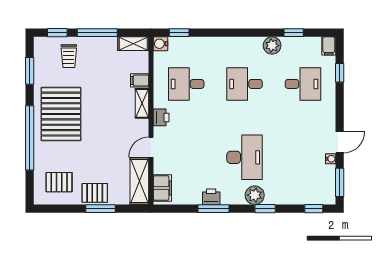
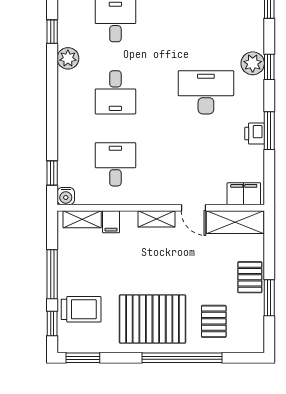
shelving: (133, 44) -> (82, 219), moved, turned 90
trolley: (69, 56) -> (81, 309), width x1.36, depth x1.39
window: (30, 71) -> (83, 358), moved
desk: (186, 84) -> (115, 164), turned 180
shelving: (142, 103) -> (157, 219), moved
printer: (161, 117) -> (157, 195), removed
pallet: (59, 182) -> (214, 321), moved
plant: (255, 195) -> (253, 63), moved
window: (100, 209) -> (269, 298), moved

